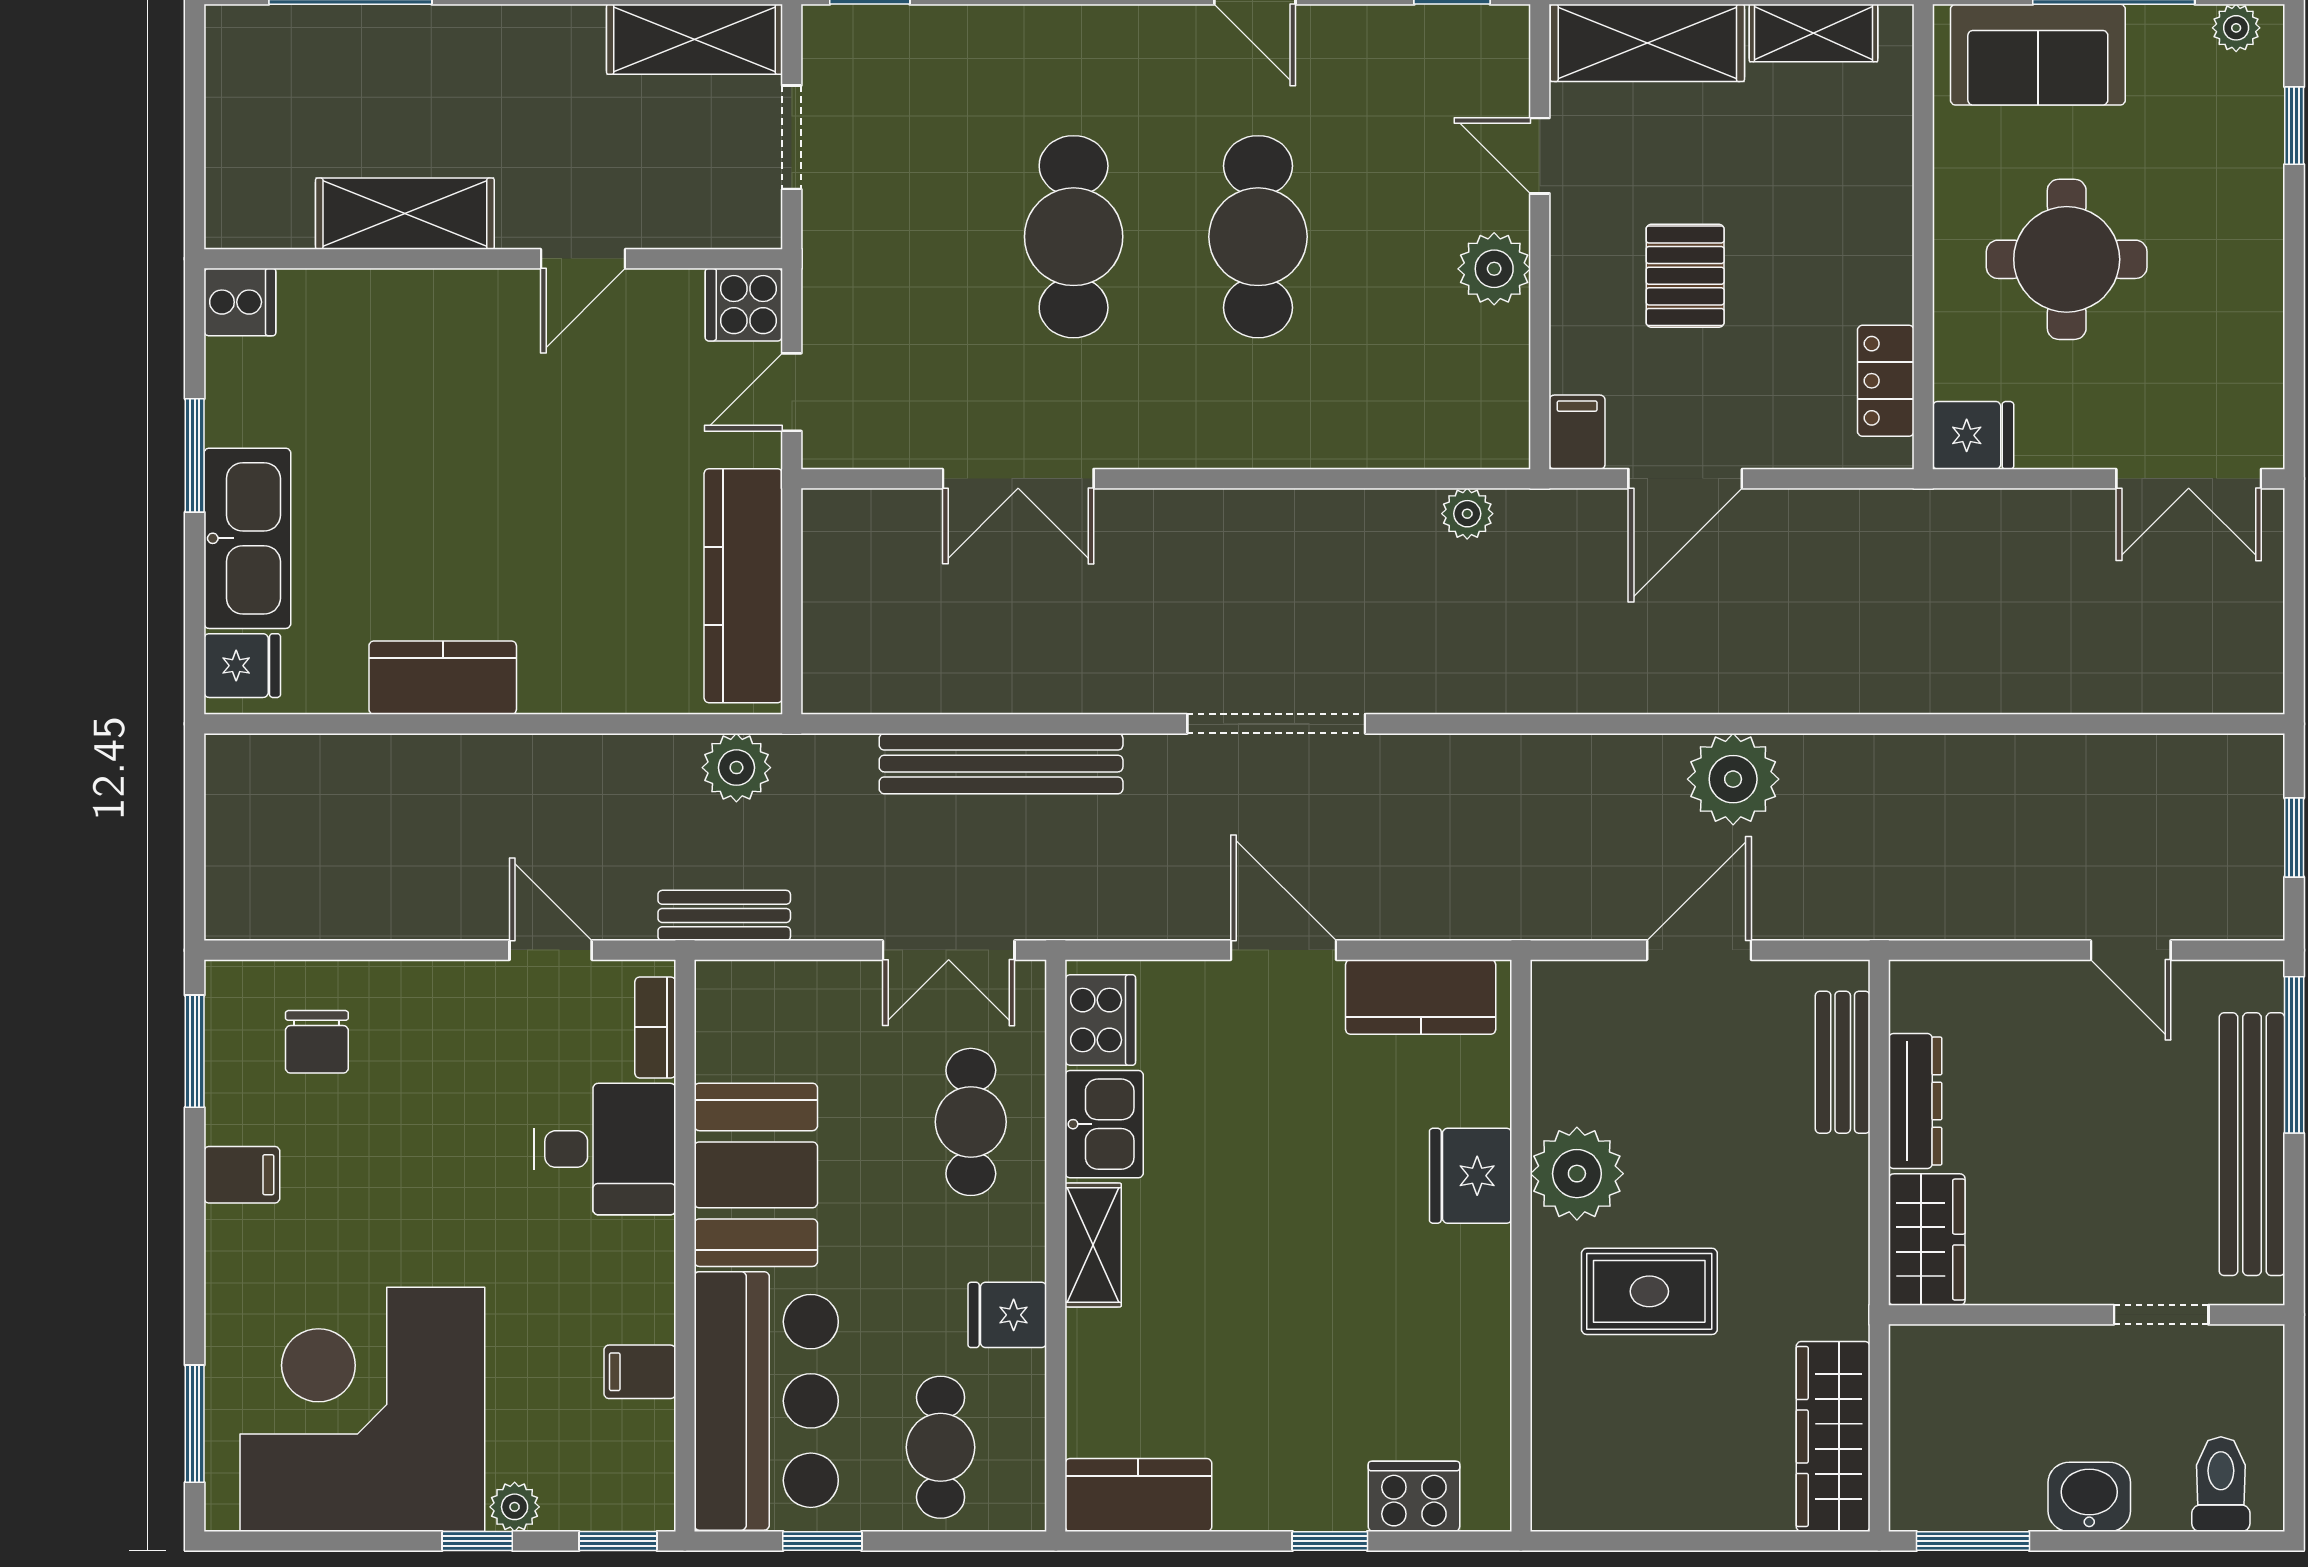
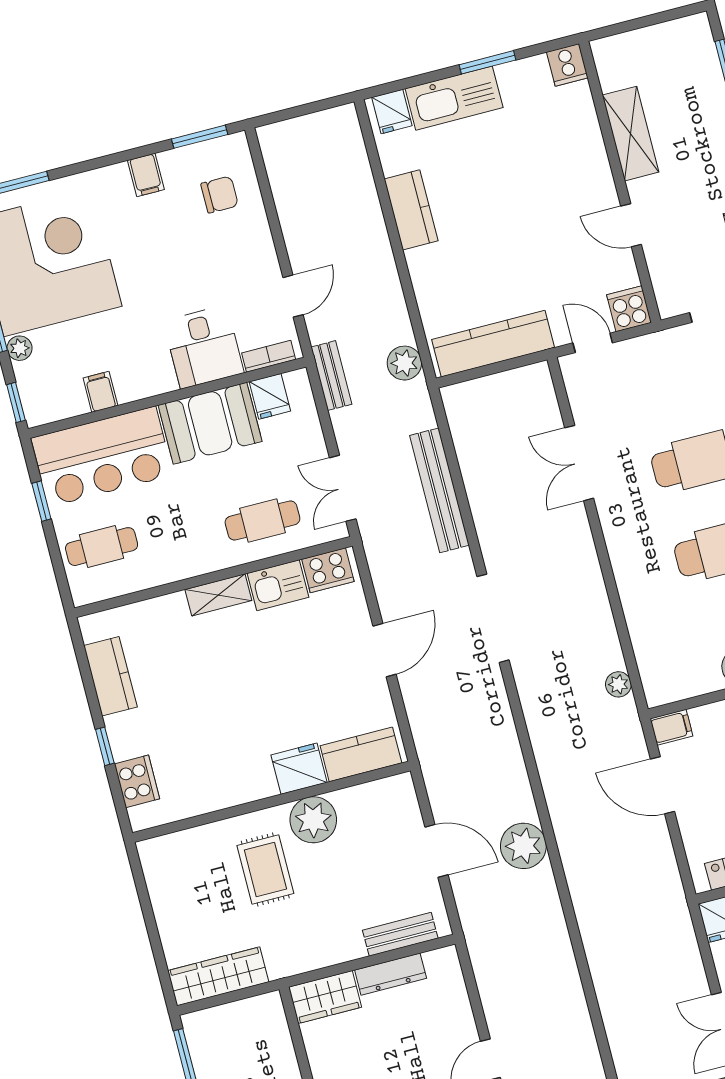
kitchen counter: (1421, 997) -> (361, 754), moved, turned 90
chair: (317, 1042) -> (220, 195), turned 180
fridge: (1007, 1315) -> (270, 396), moved, turned 180
kitchen counter: (1138, 1495) -> (110, 676), moved

